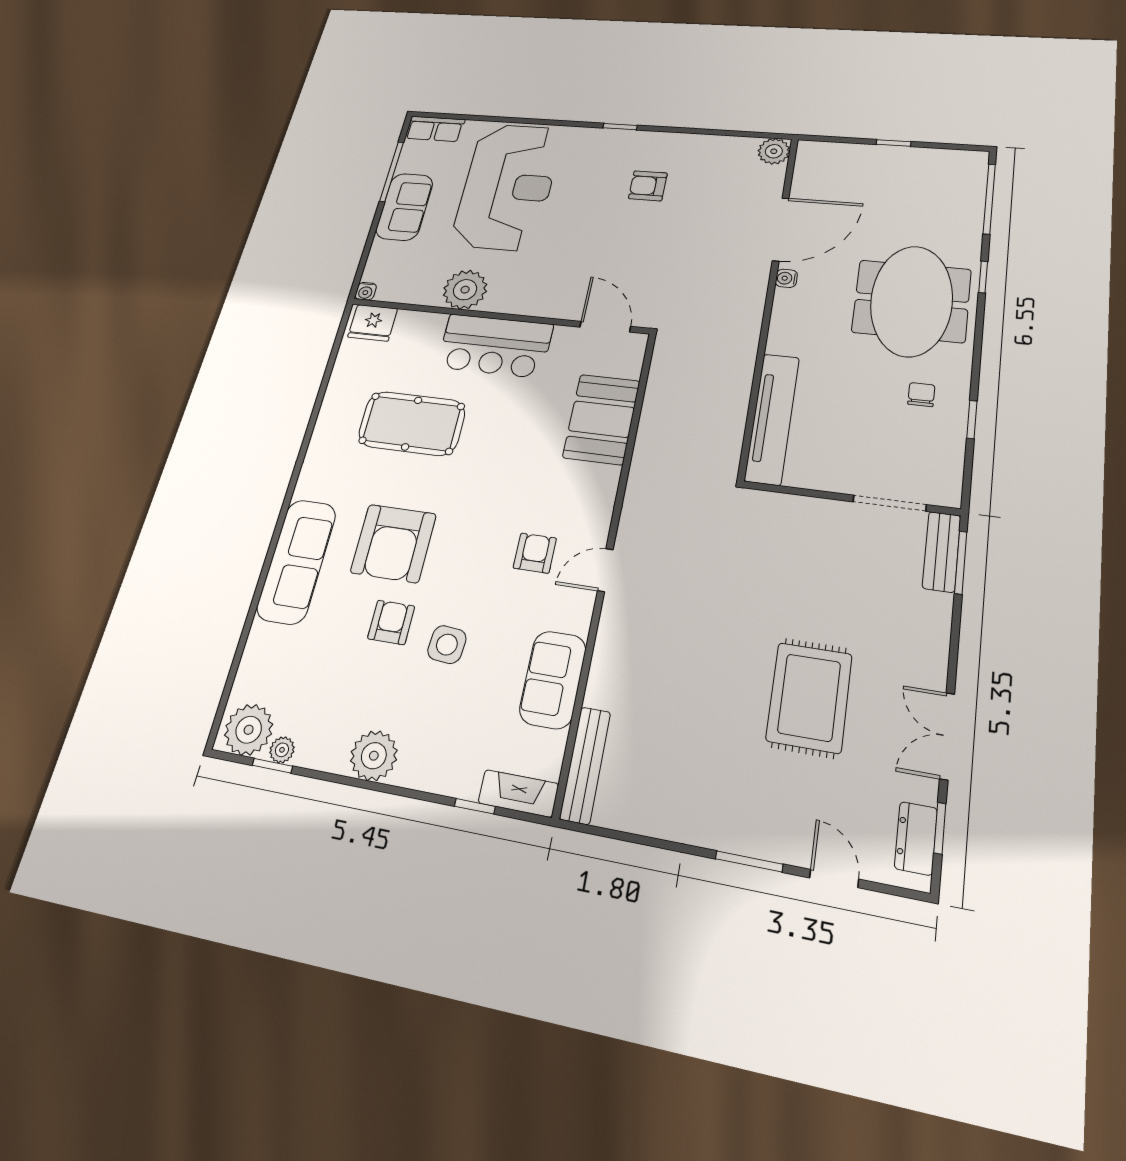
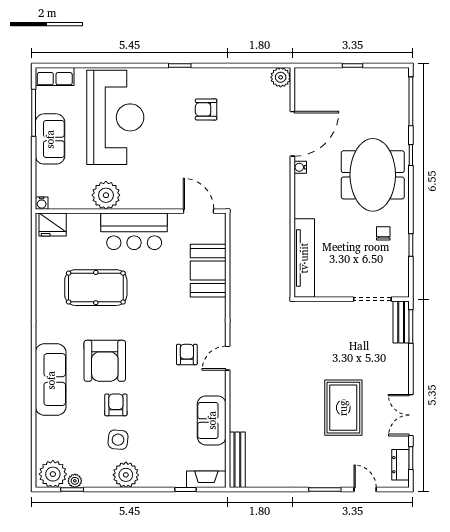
side table: (447, 645) -> (118, 440), moved

